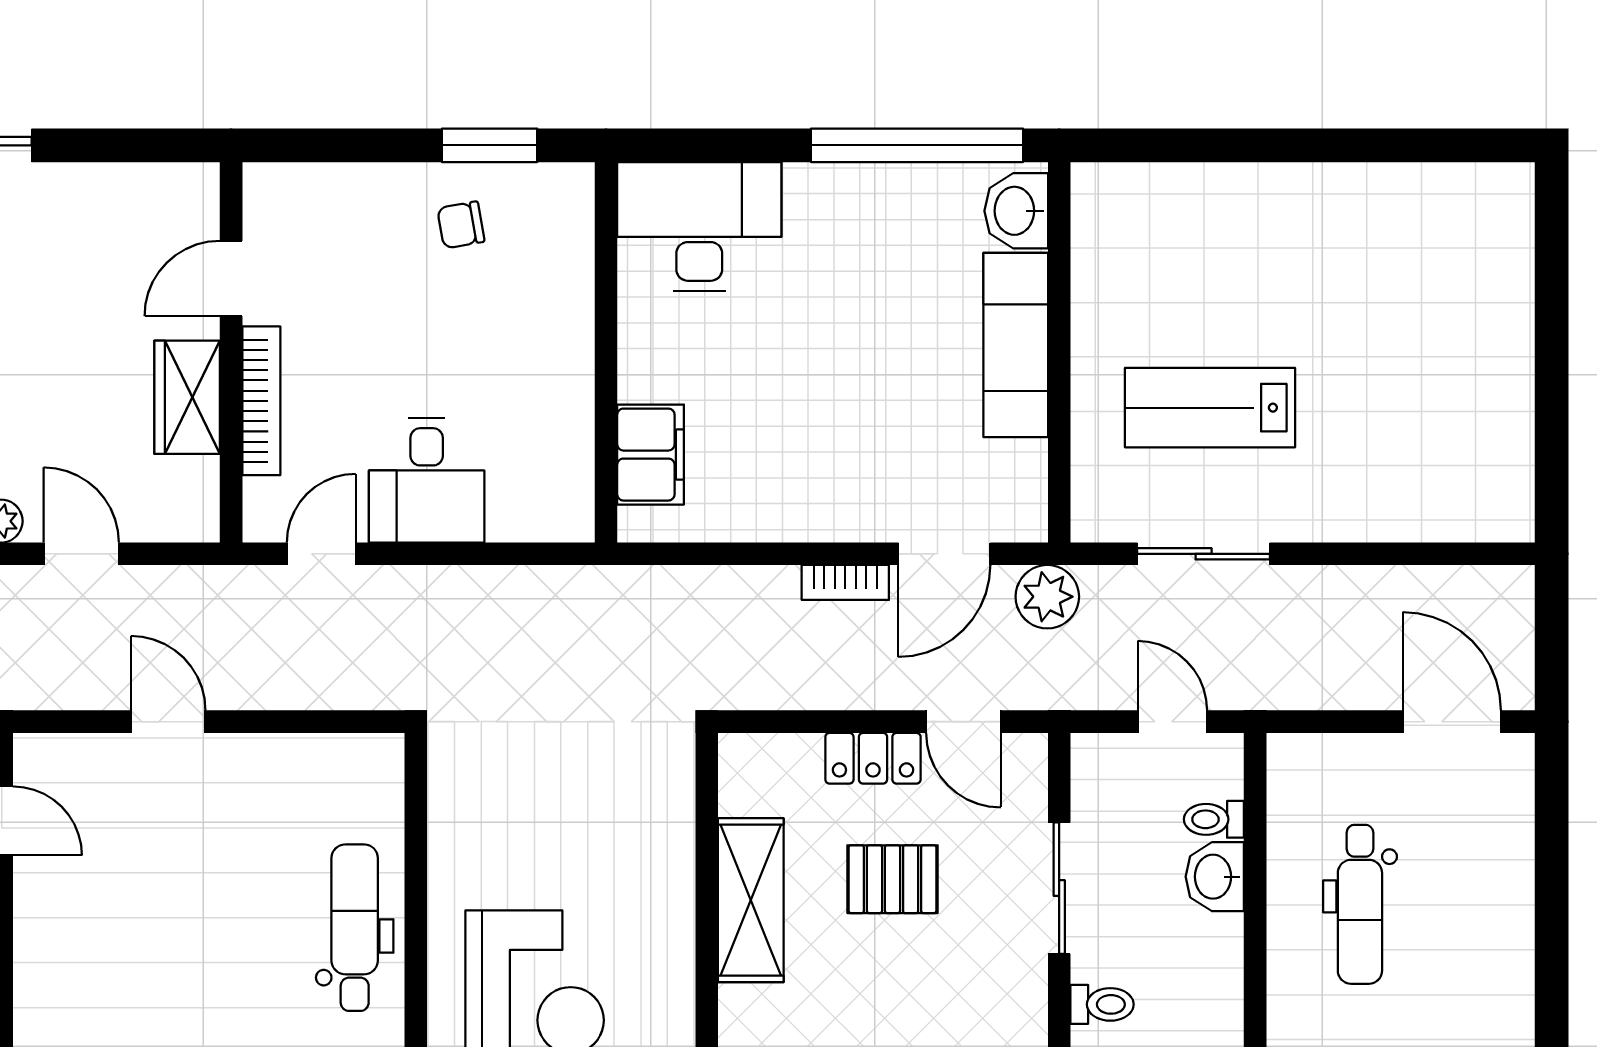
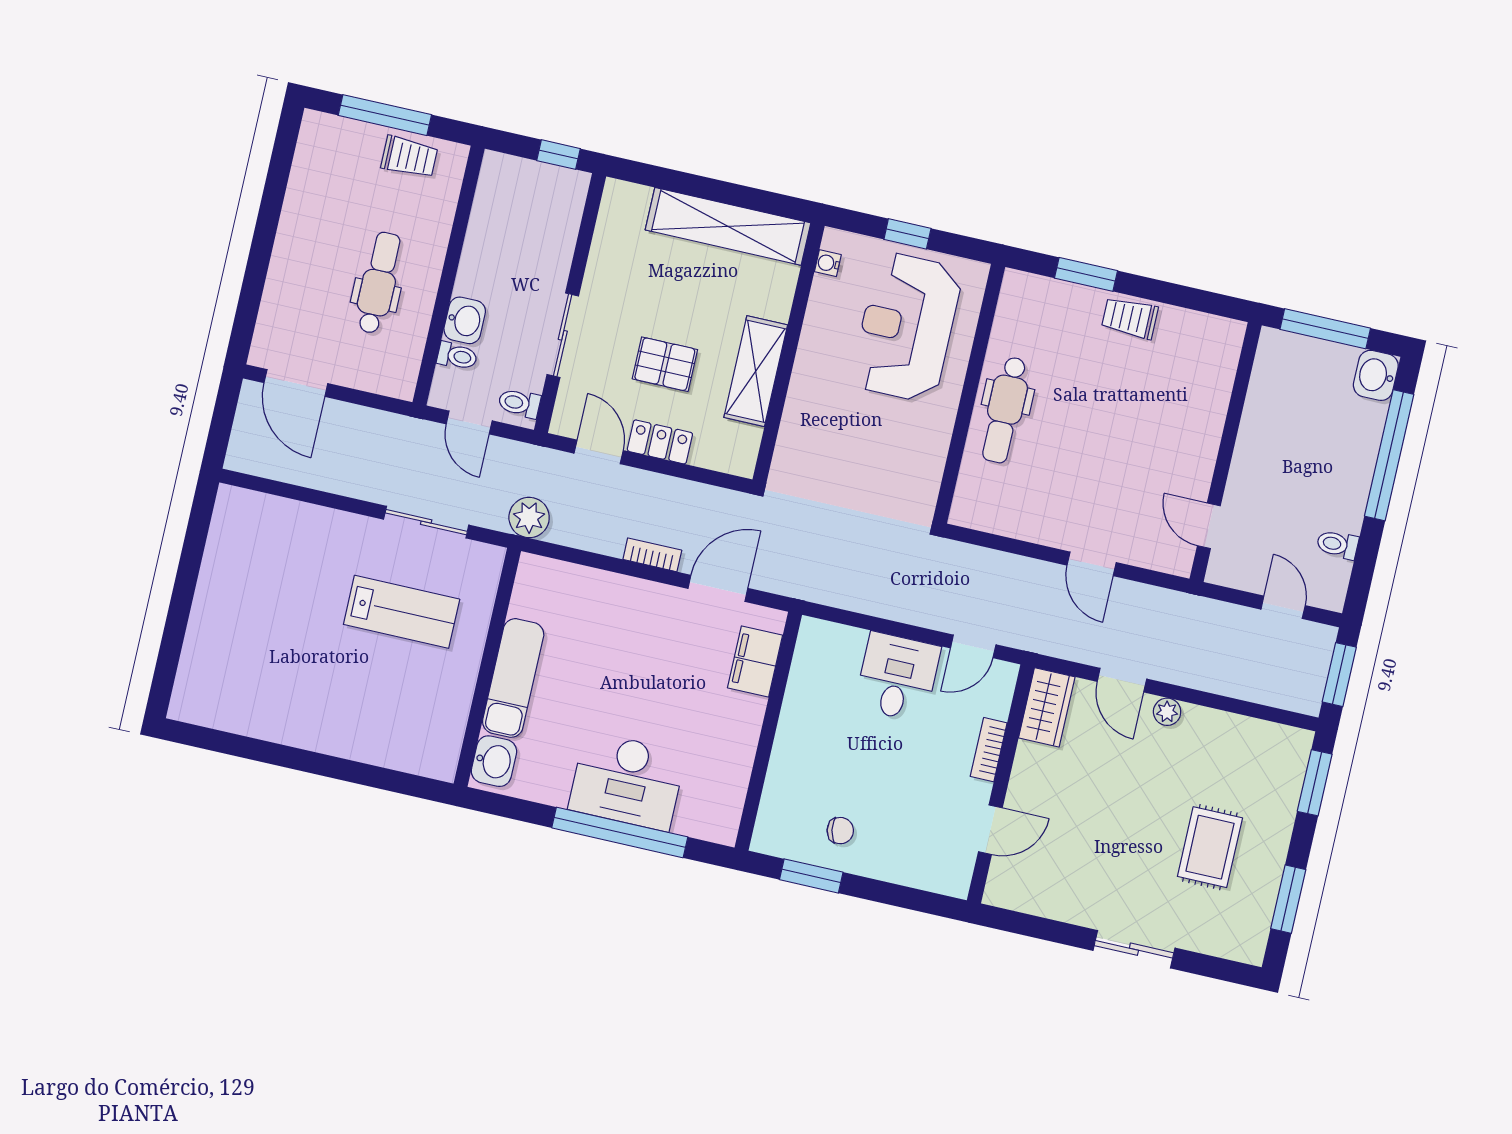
window: (917, 145) -> (620, 832), moved
desk: (699, 227) -> (627, 781), moved
wardrobe: (187, 397) -> (1047, 707), moved
bookcase: (261, 401) -> (989, 750), width x0.64
door: (944, 554) -> (718, 588), moved
toilet: (1102, 1004) -> (519, 403), moved

